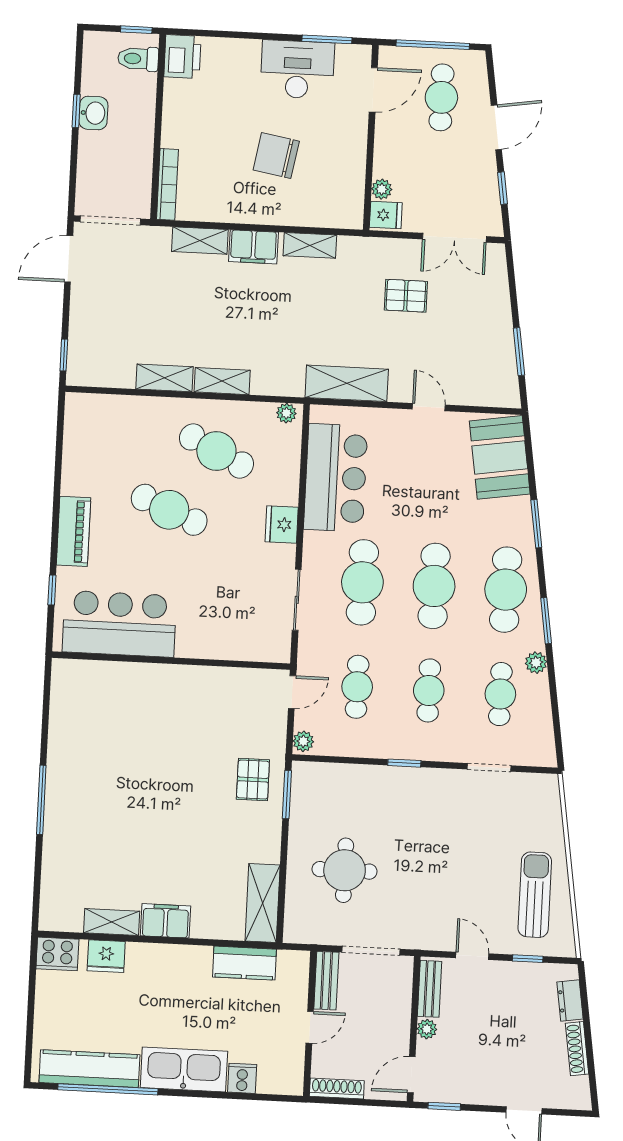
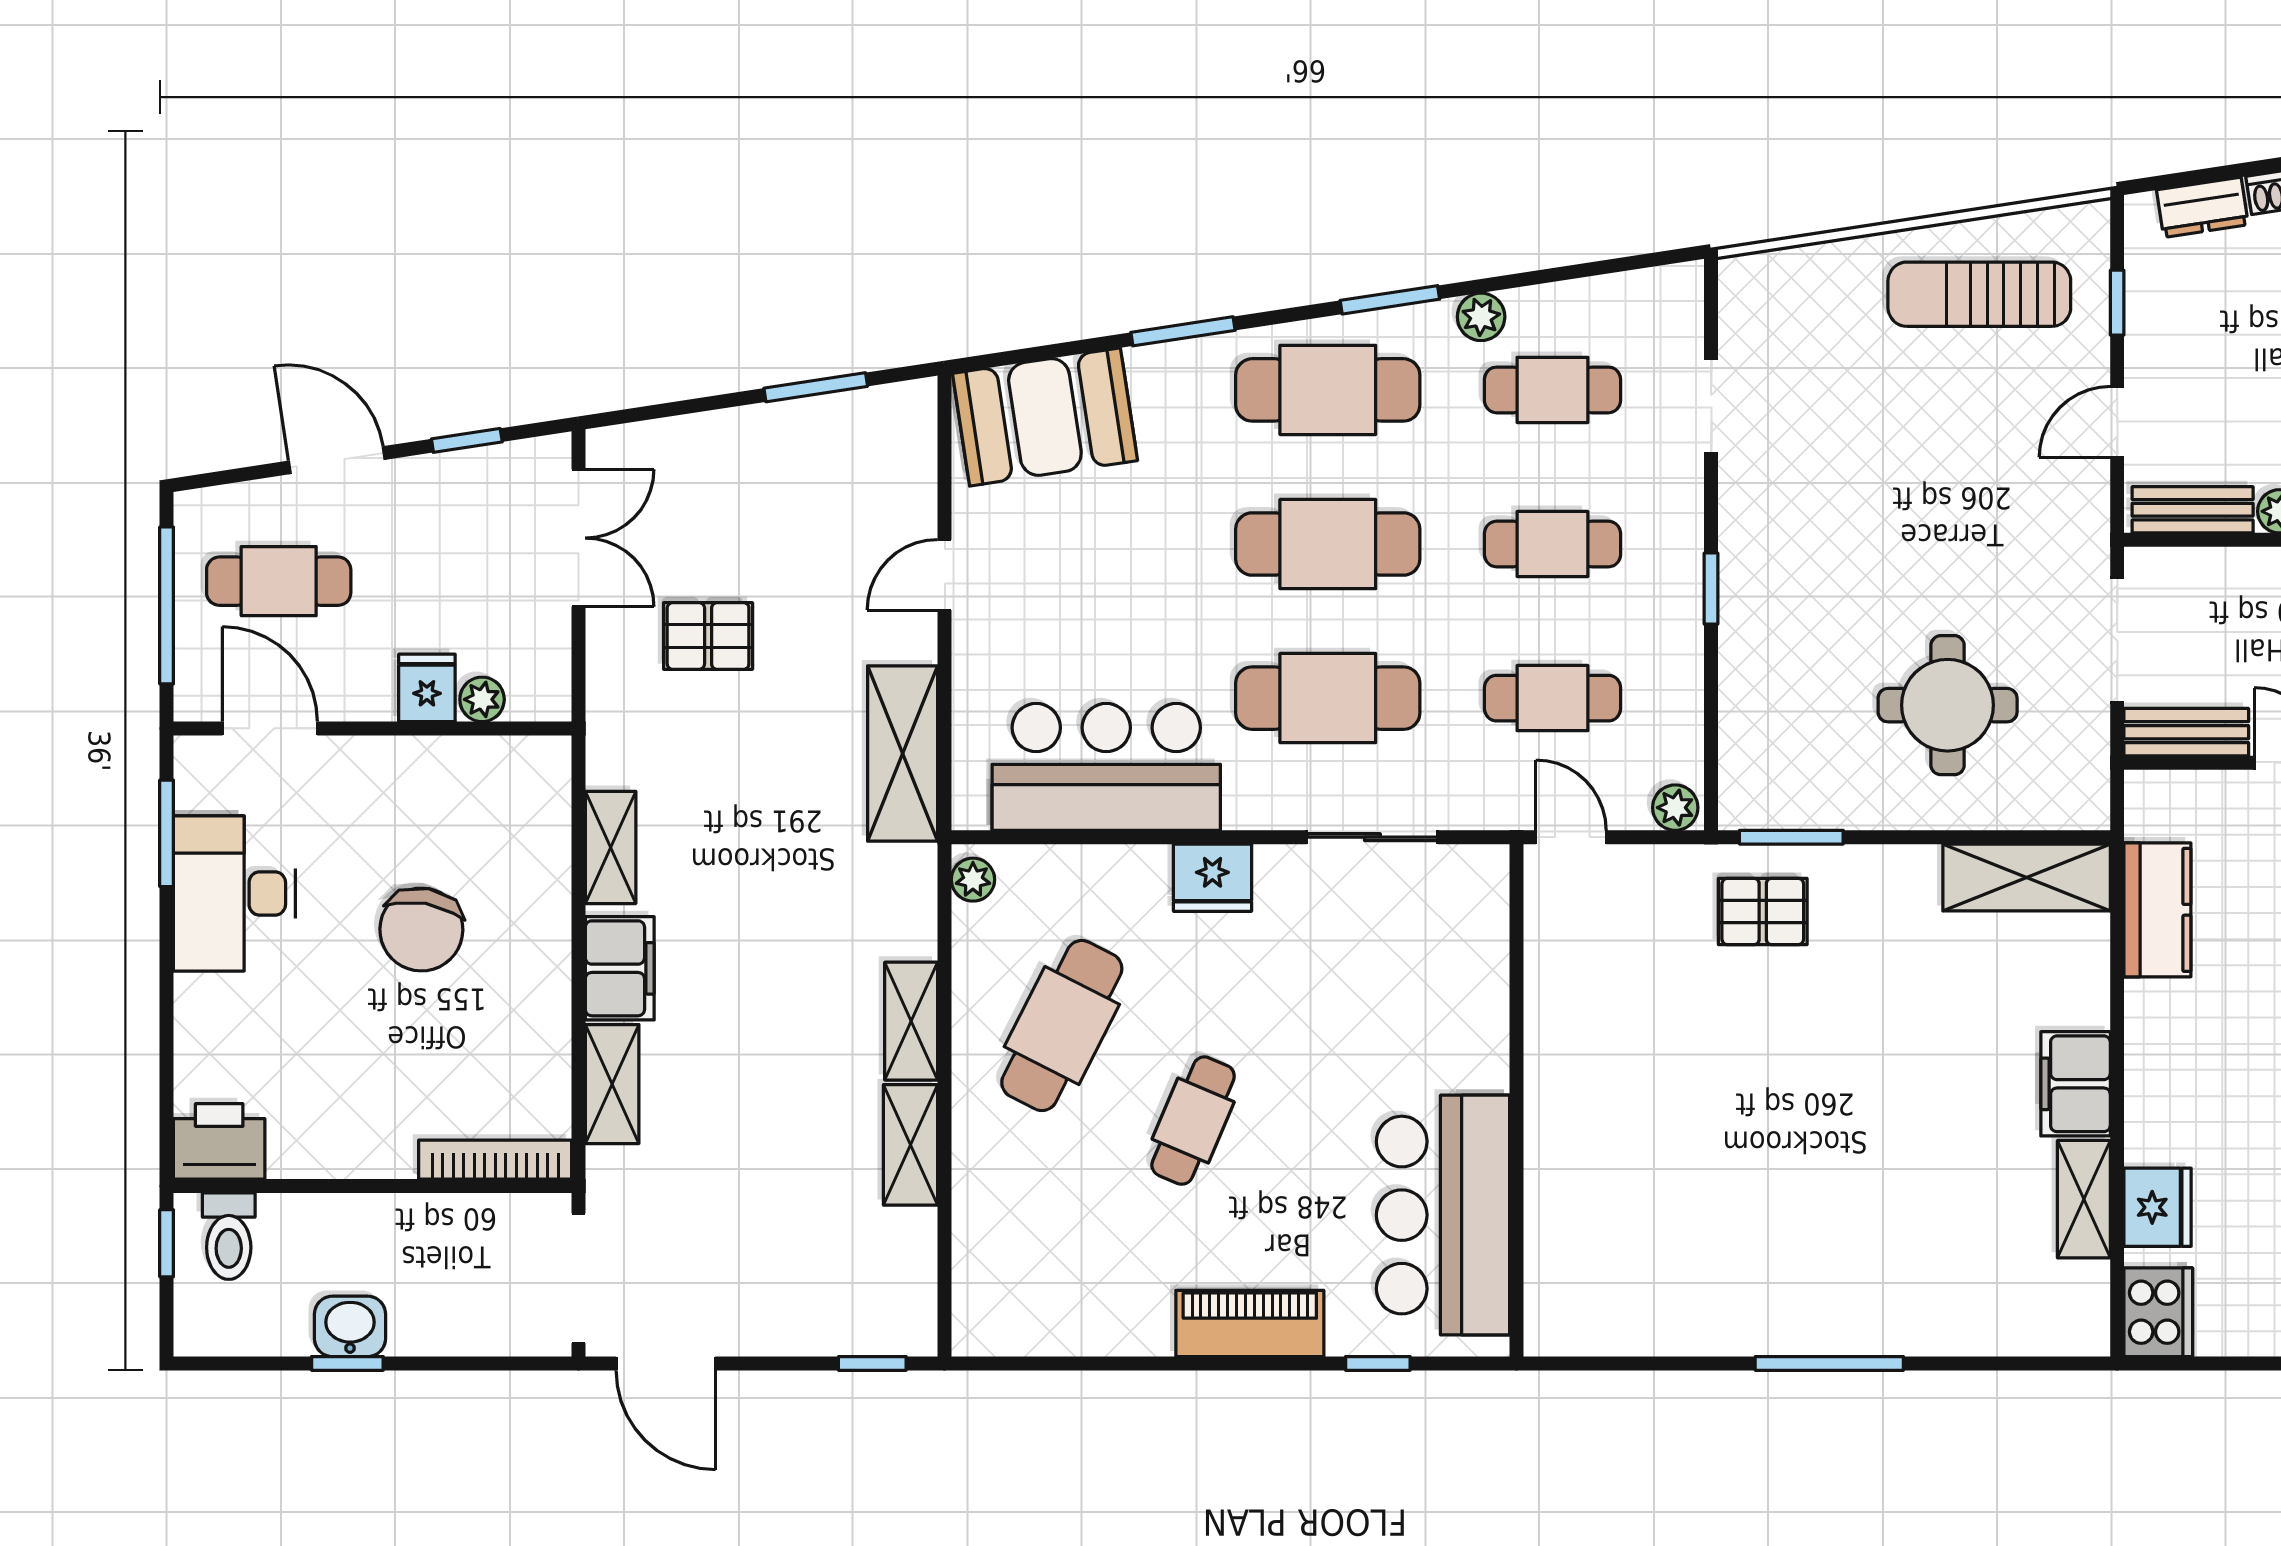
fridge: (386, 215) -> (427, 688), moved
pallet: (406, 296) -> (708, 636), turned 90
cafe table: (169, 510) -> (1193, 1121), width x0.73, depth x0.74

